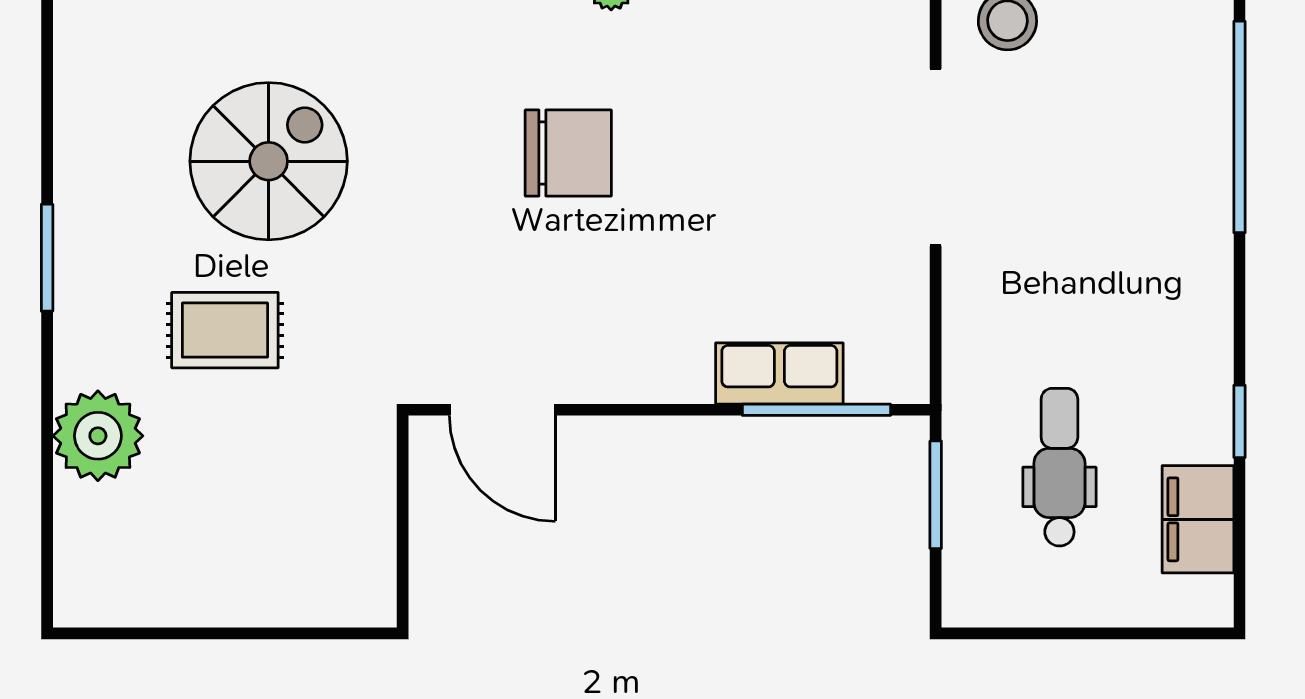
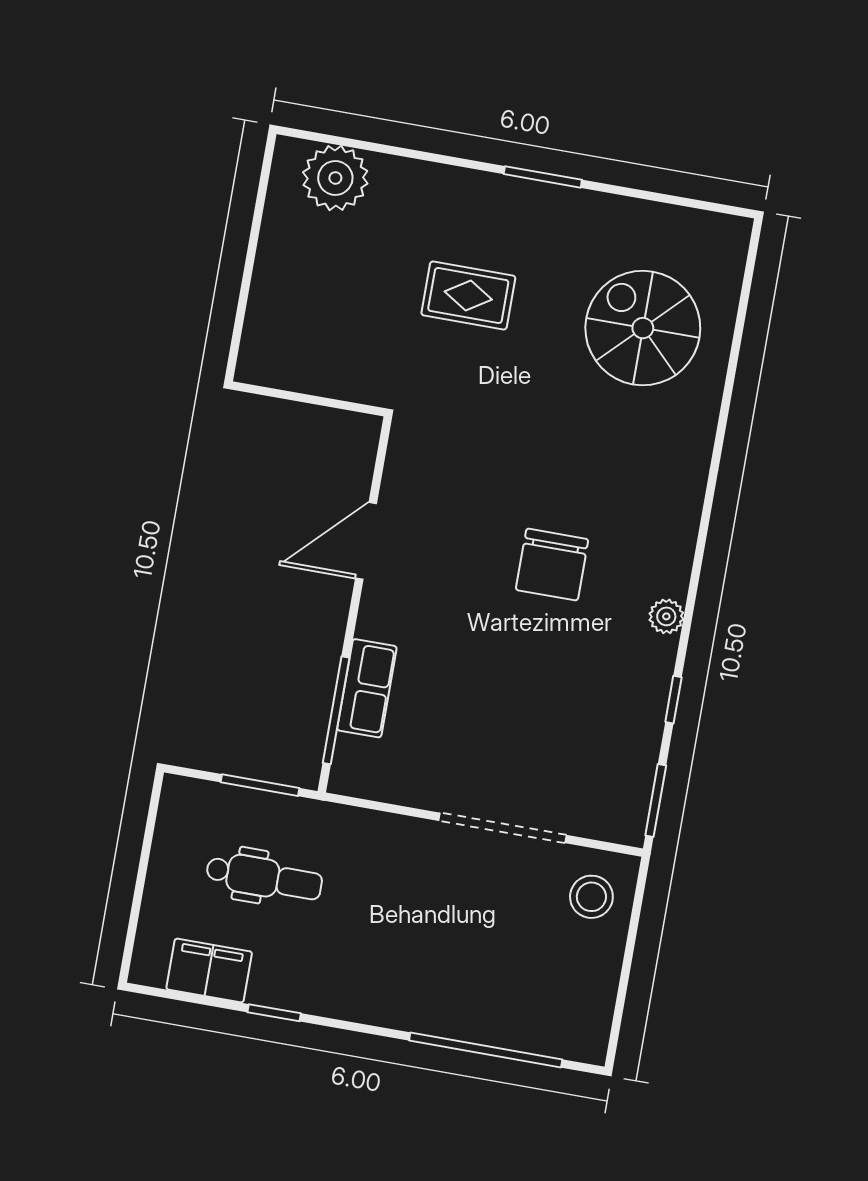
spiral stairs: (269, 161) -> (643, 328), moved, turned 180
rug: (225, 330) -> (468, 295), turned 90
door: (502, 410) -> (366, 541), moved
plant: (98, 436) -> (335, 178), moved

